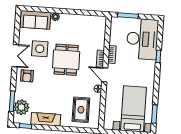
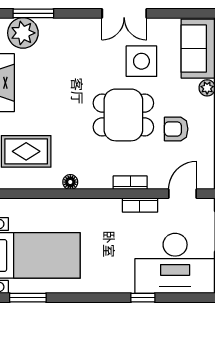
door: (105, 75) -> (183, 194), moved
armchair: (27, 76) -> (176, 129), moved

